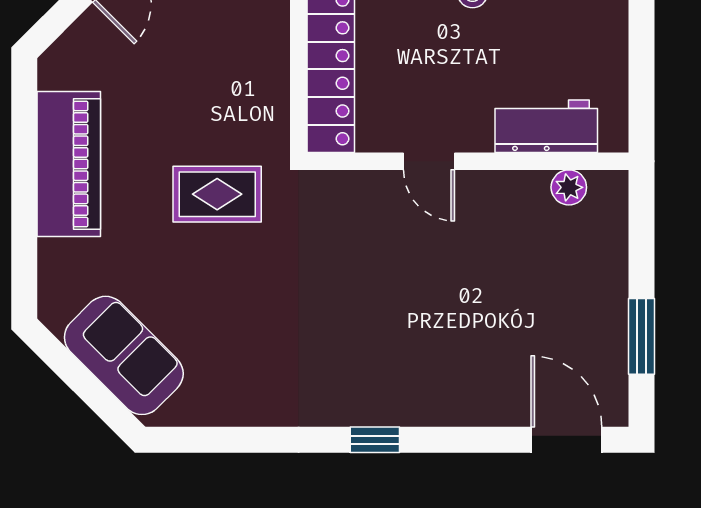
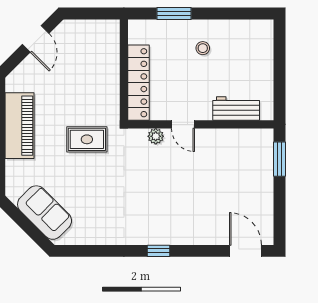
plant: (569, 187) -> (156, 136), moved
window: (642, 336) -> (280, 159), moved

